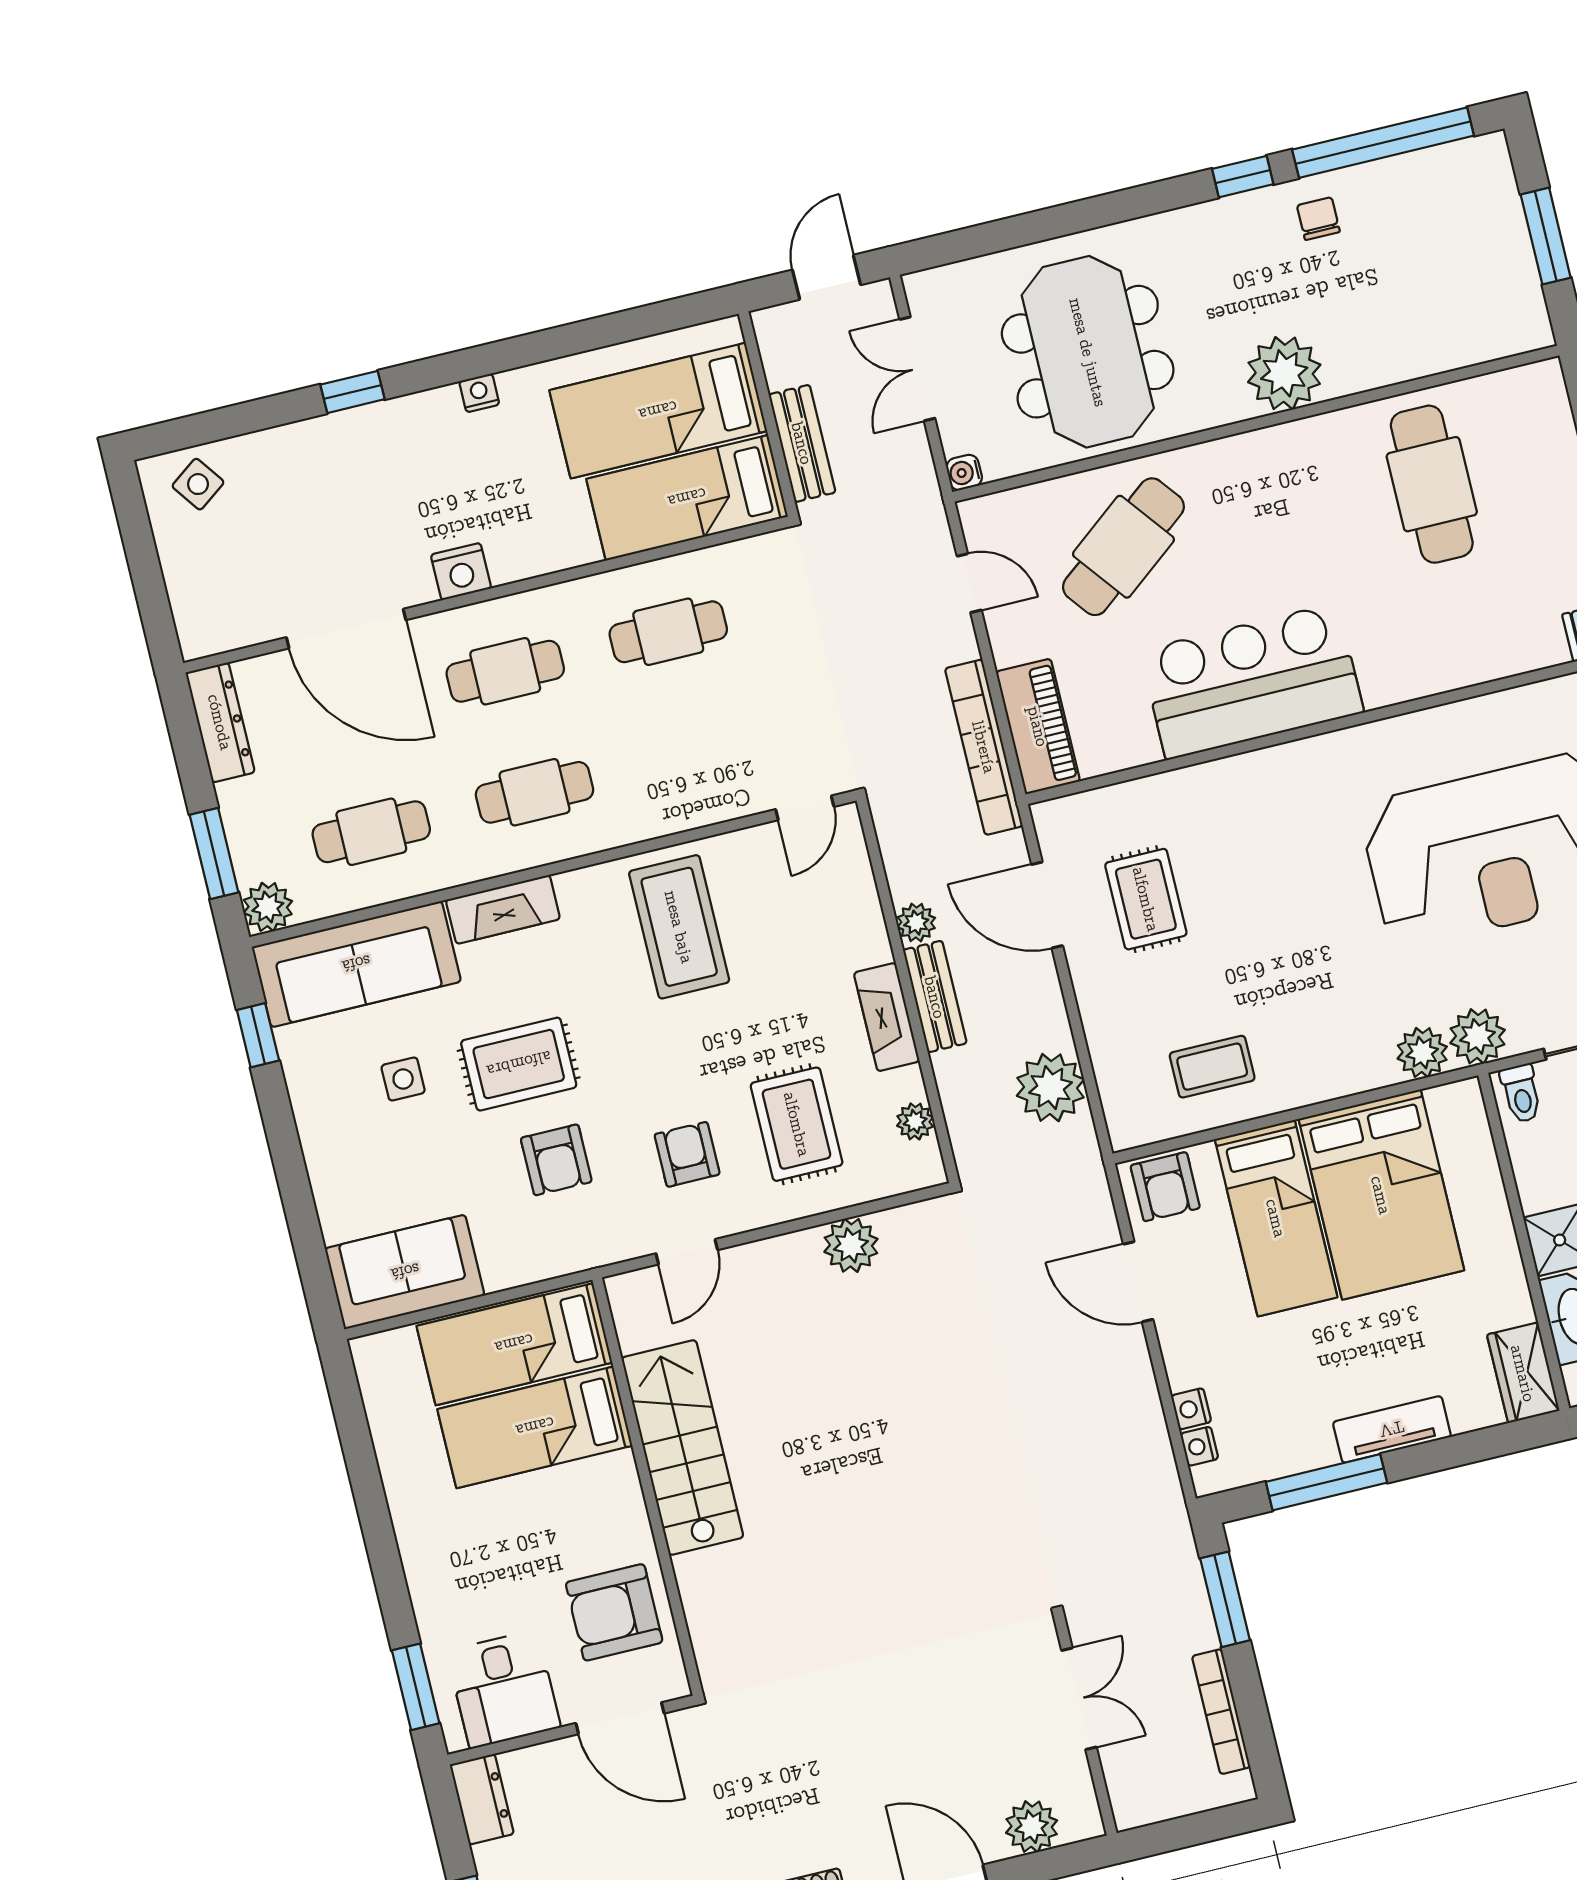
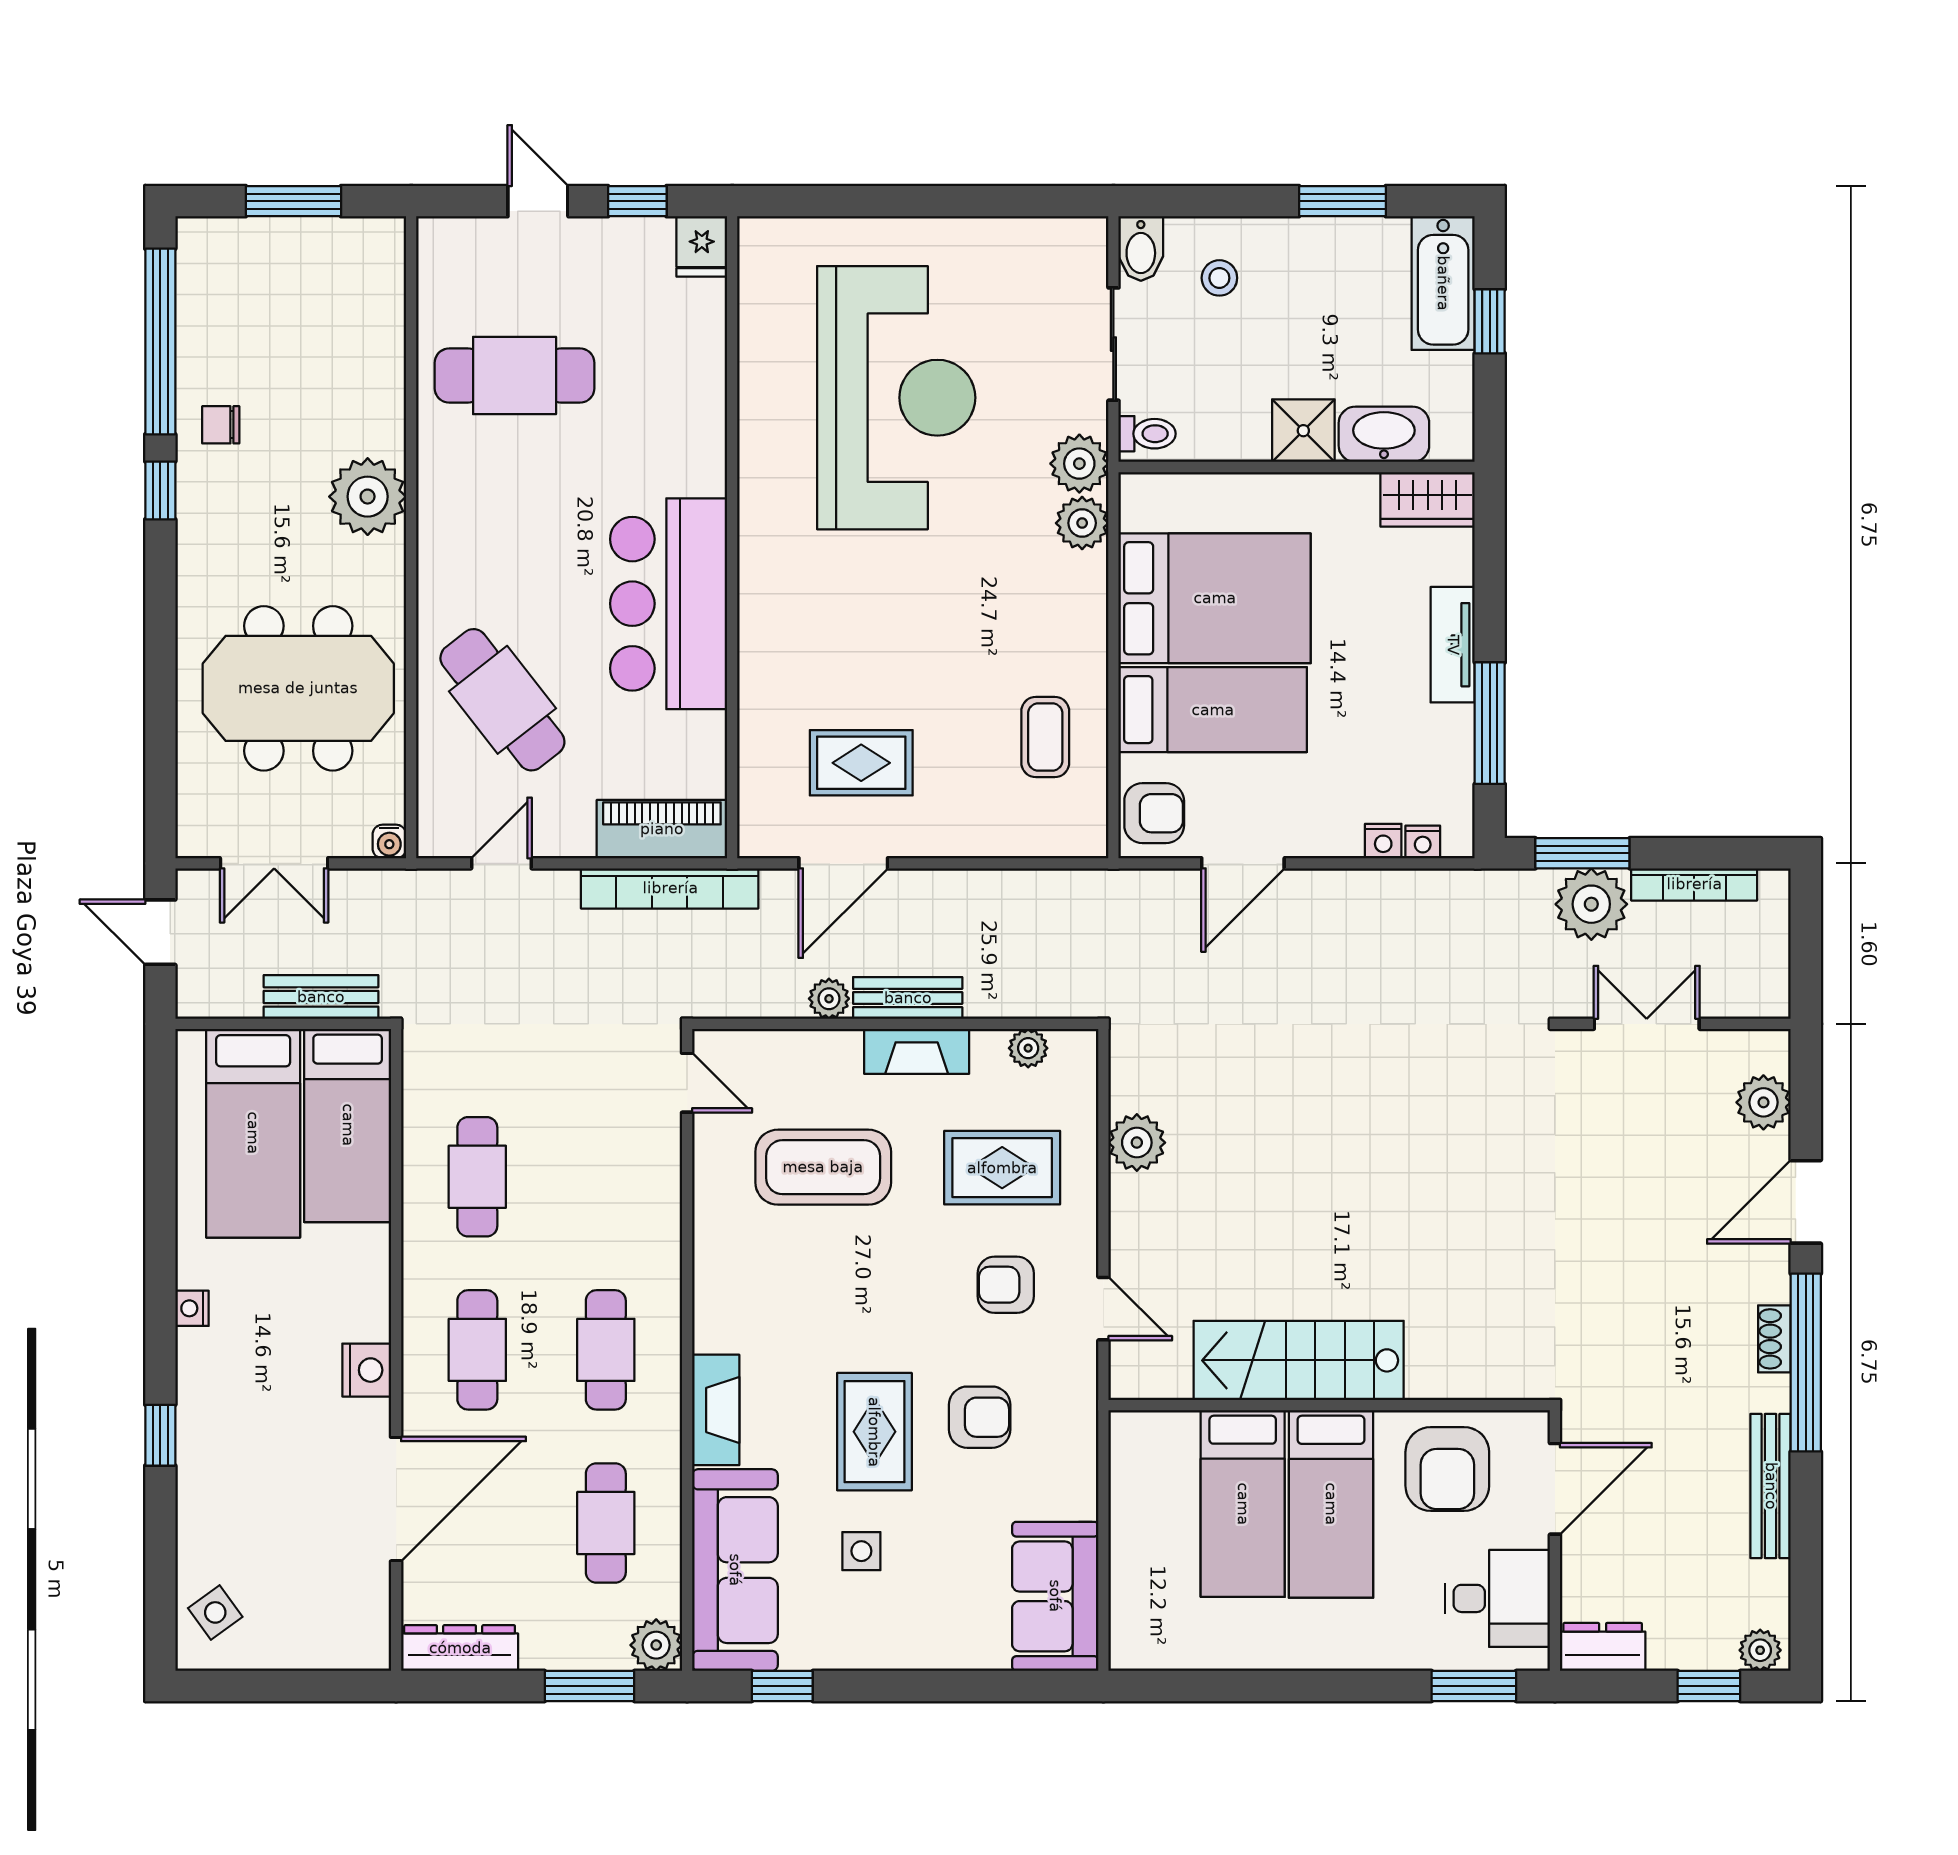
coffee table: (679, 927) -> (823, 1167), moved
plant: (1050, 1088) -> (1591, 904), moved
bed: (514, 1344) -> (1331, 1504), moved

